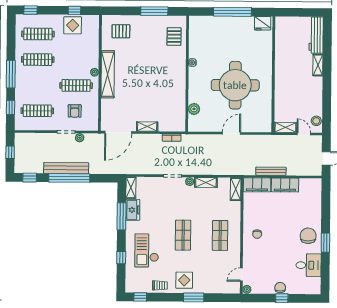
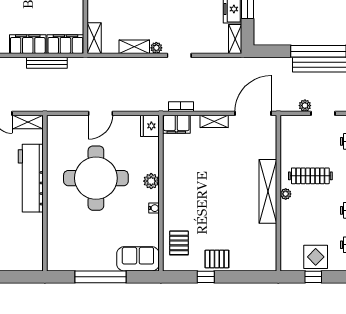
window: (154, 11) -> (206, 277), width x0.46
fridge: (263, 23) -> (150, 126), moved, turned -90
sofa: (205, 25) -> (138, 259), added
pallet: (121, 31) -> (217, 259), moved
workbench: (284, 86) -> (31, 178), added
plant: (194, 109) -> (151, 181), moved
armchair: (75, 111) -> (312, 142), removed
filing cabinet: (175, 125) -> (176, 124), added

